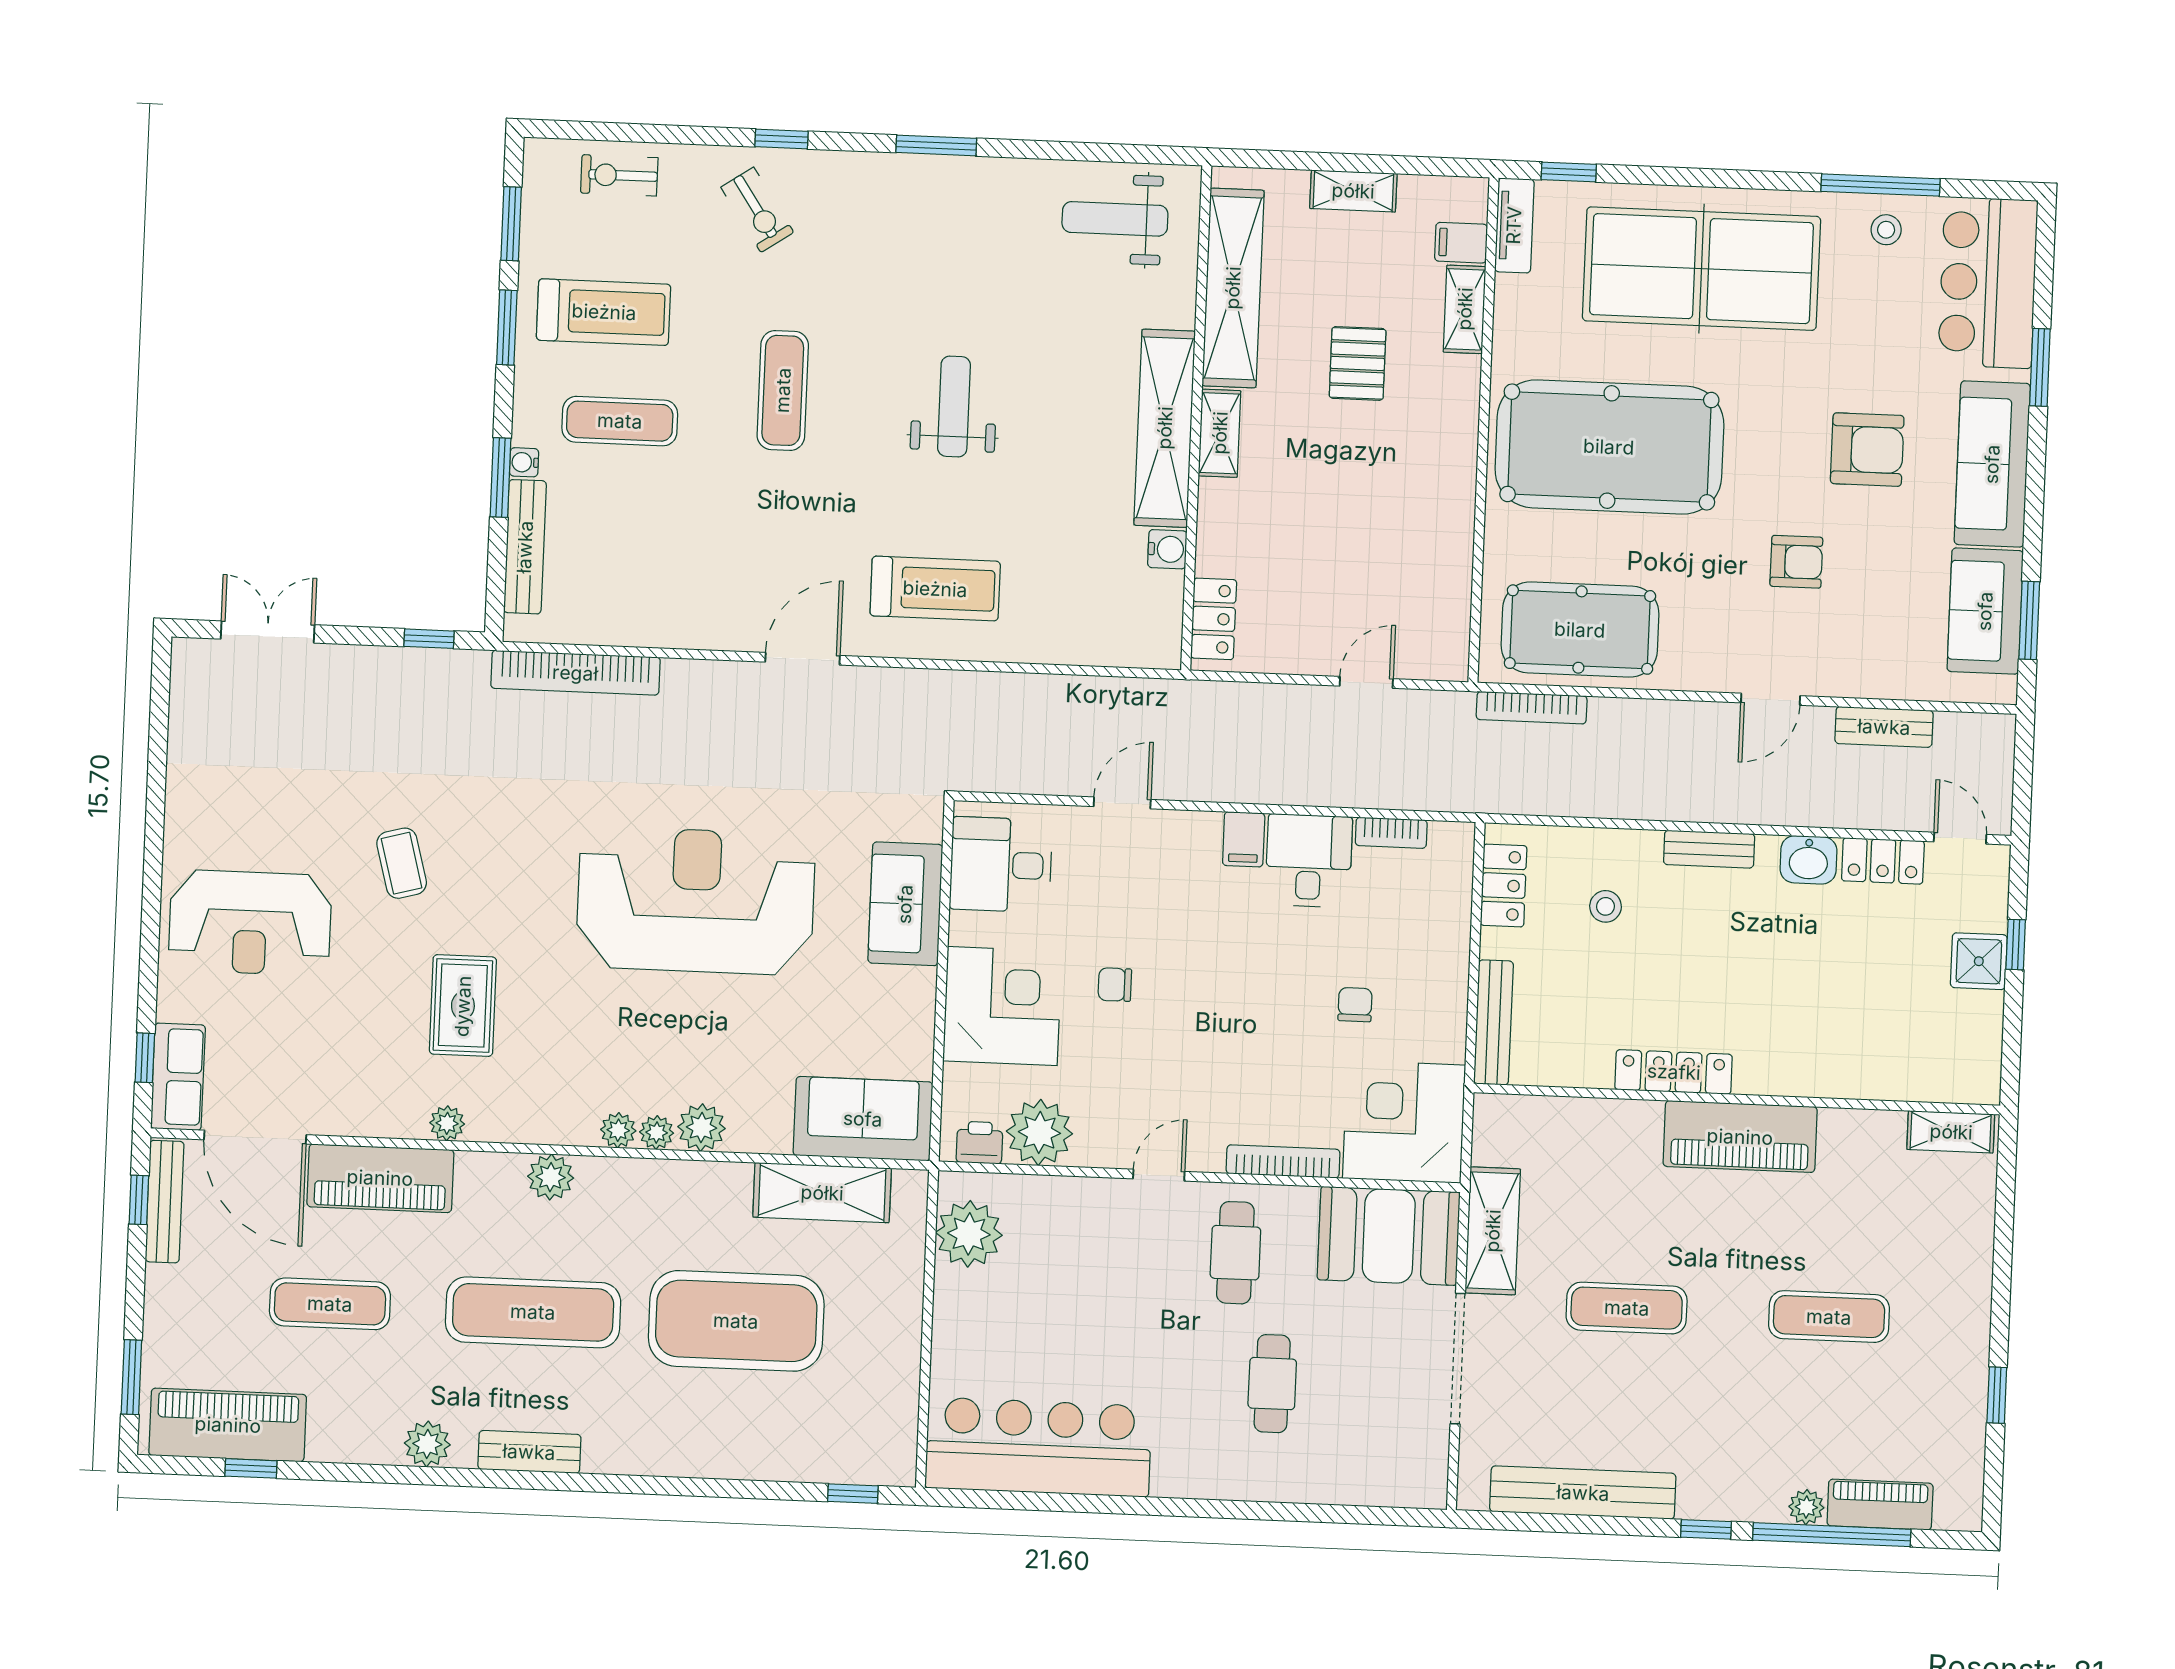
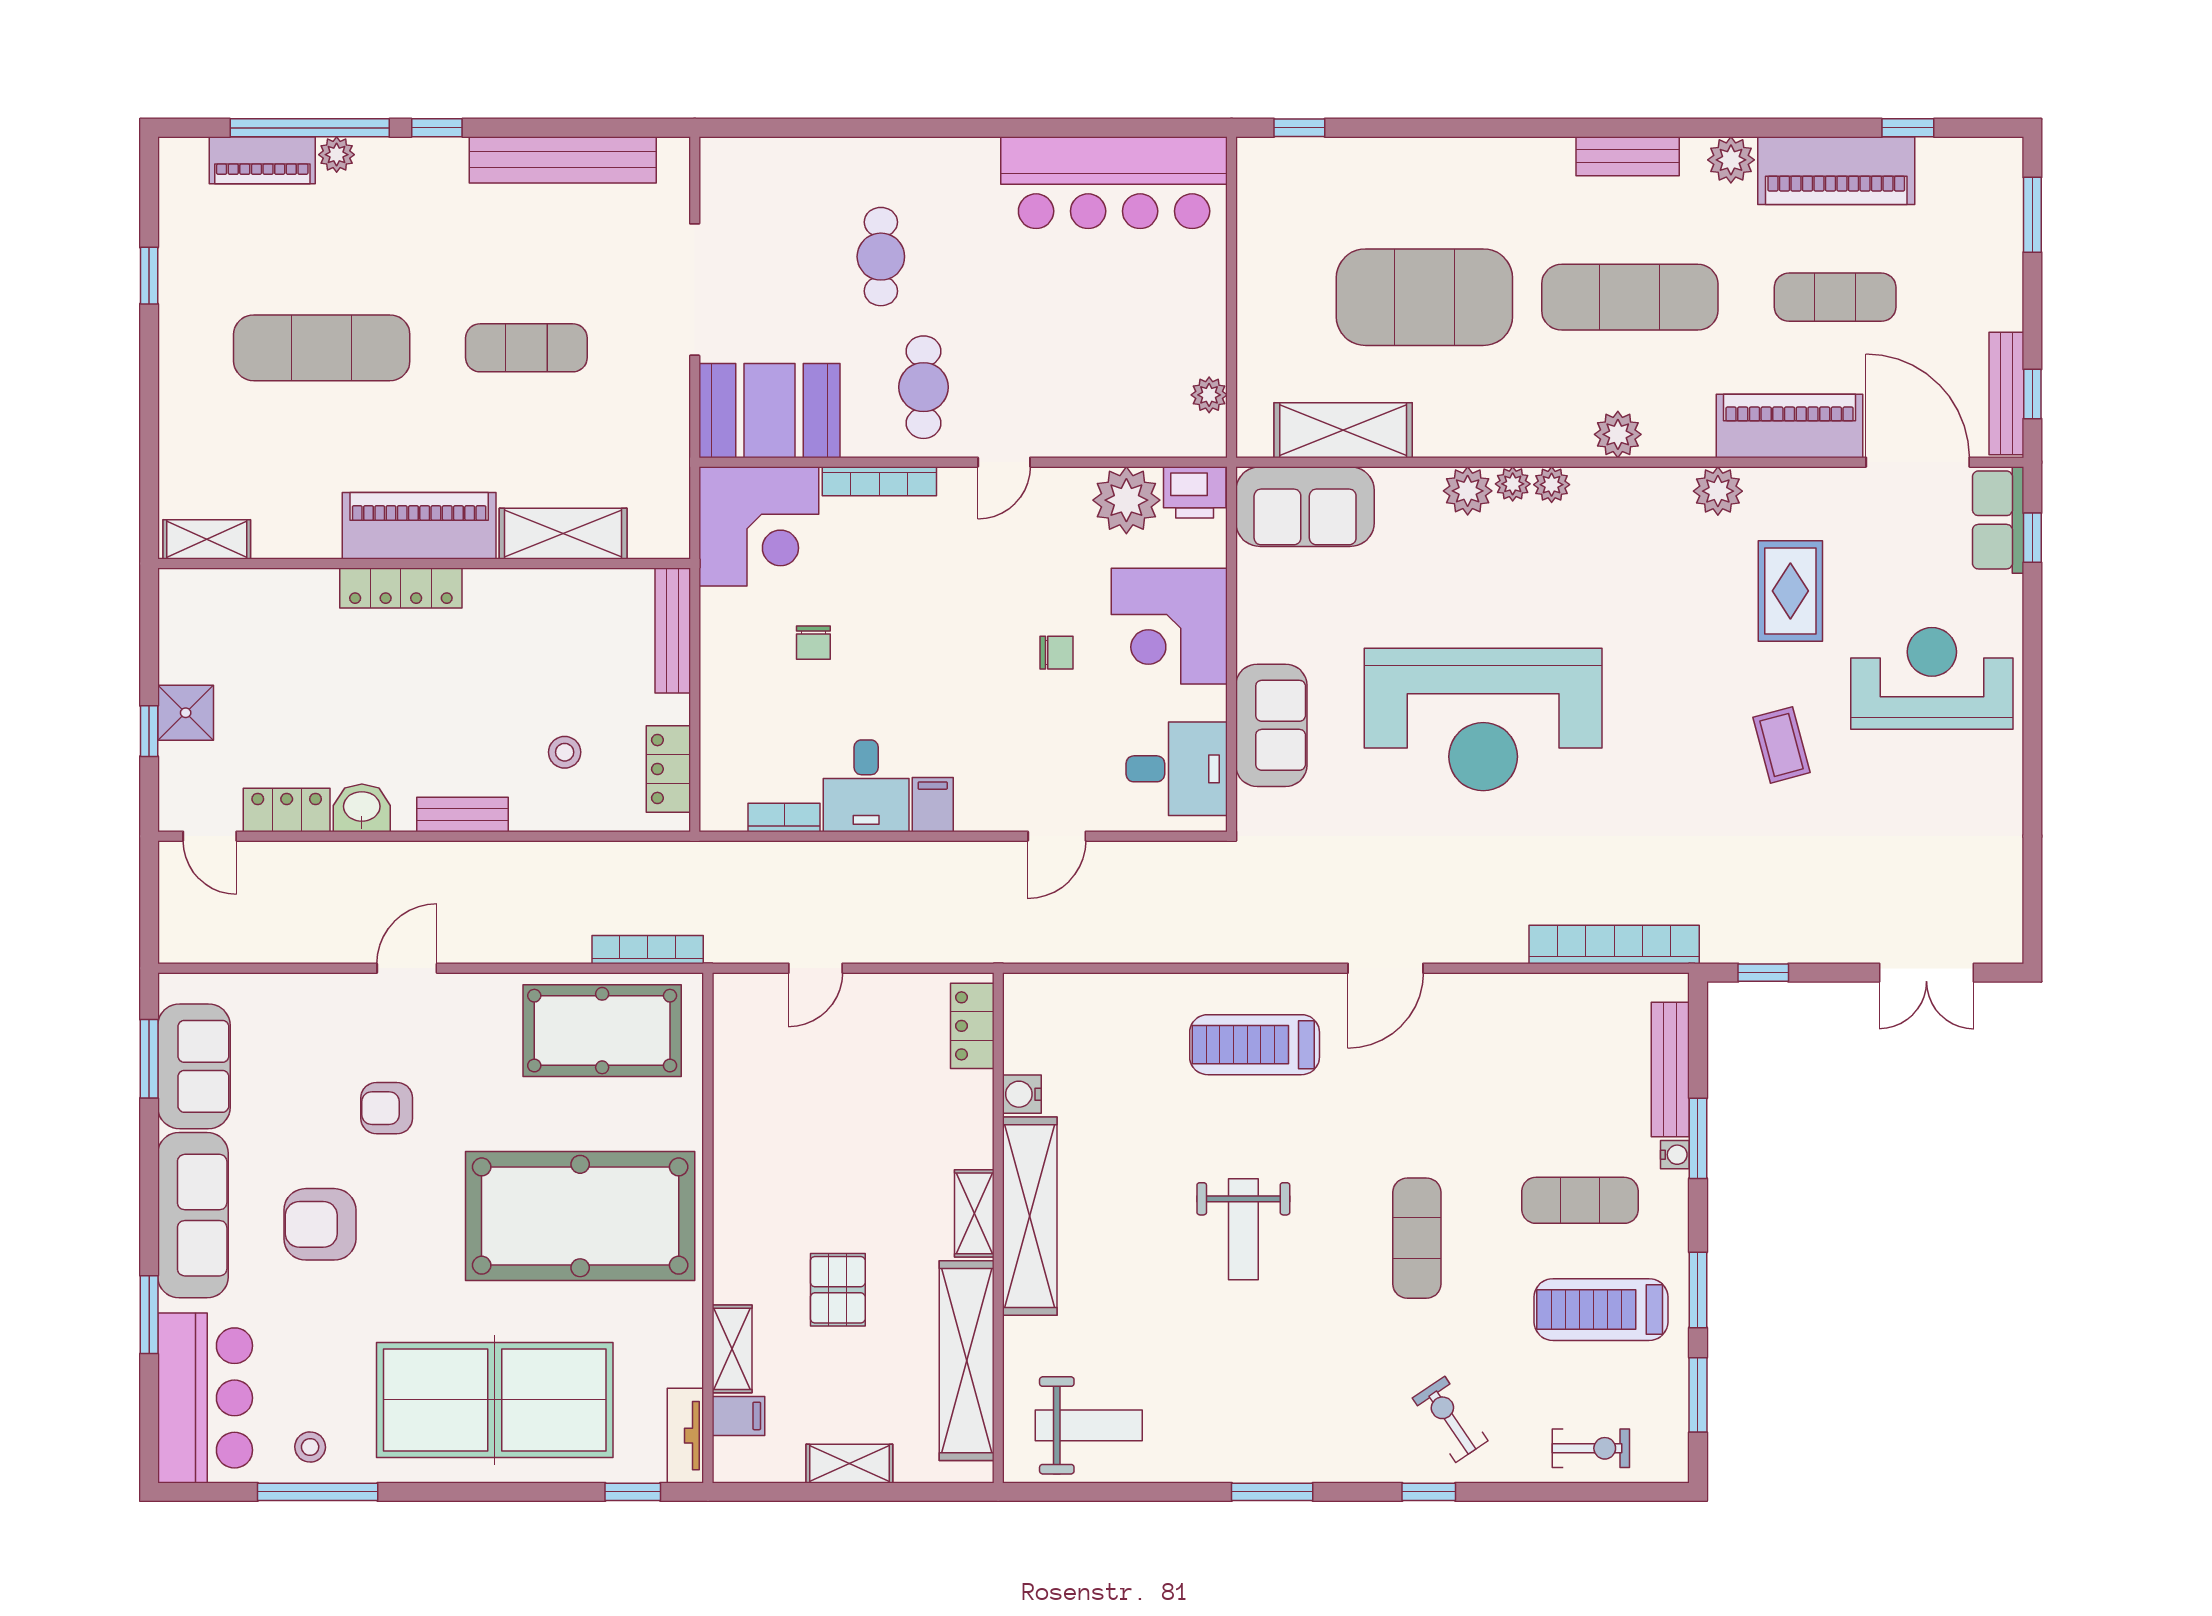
bench: (1884, 727) -> (291, 945), removed
rug: (463, 1006) -> (1790, 591), moved
locker: (1674, 1072) -> (401, 588), moved
plant: (447, 1123) -> (1718, 491), width x1.38, depth x1.38
printer: (980, 1143) -> (1195, 492), width x1.36, depth x1.24
shelving: (1493, 1231) -> (563, 534), moved, turned 90
plant: (969, 1234) -> (1209, 395), width x0.53, depth x0.53
exercise mat: (1829, 1317) -> (322, 348), width x1.36, depth x1.45
piano: (228, 1425) -> (1836, 171), moved

